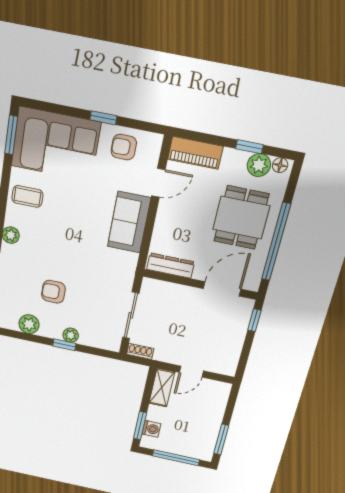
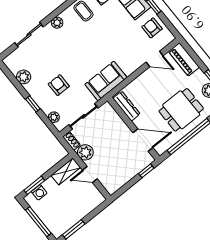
sofa: (129, 222) -> (106, 81), moved
armchair: (53, 292) -> (59, 85), moved
plant: (71, 335) -> (54, 117), moved
plant: (166, 352) -> (85, 152), added

